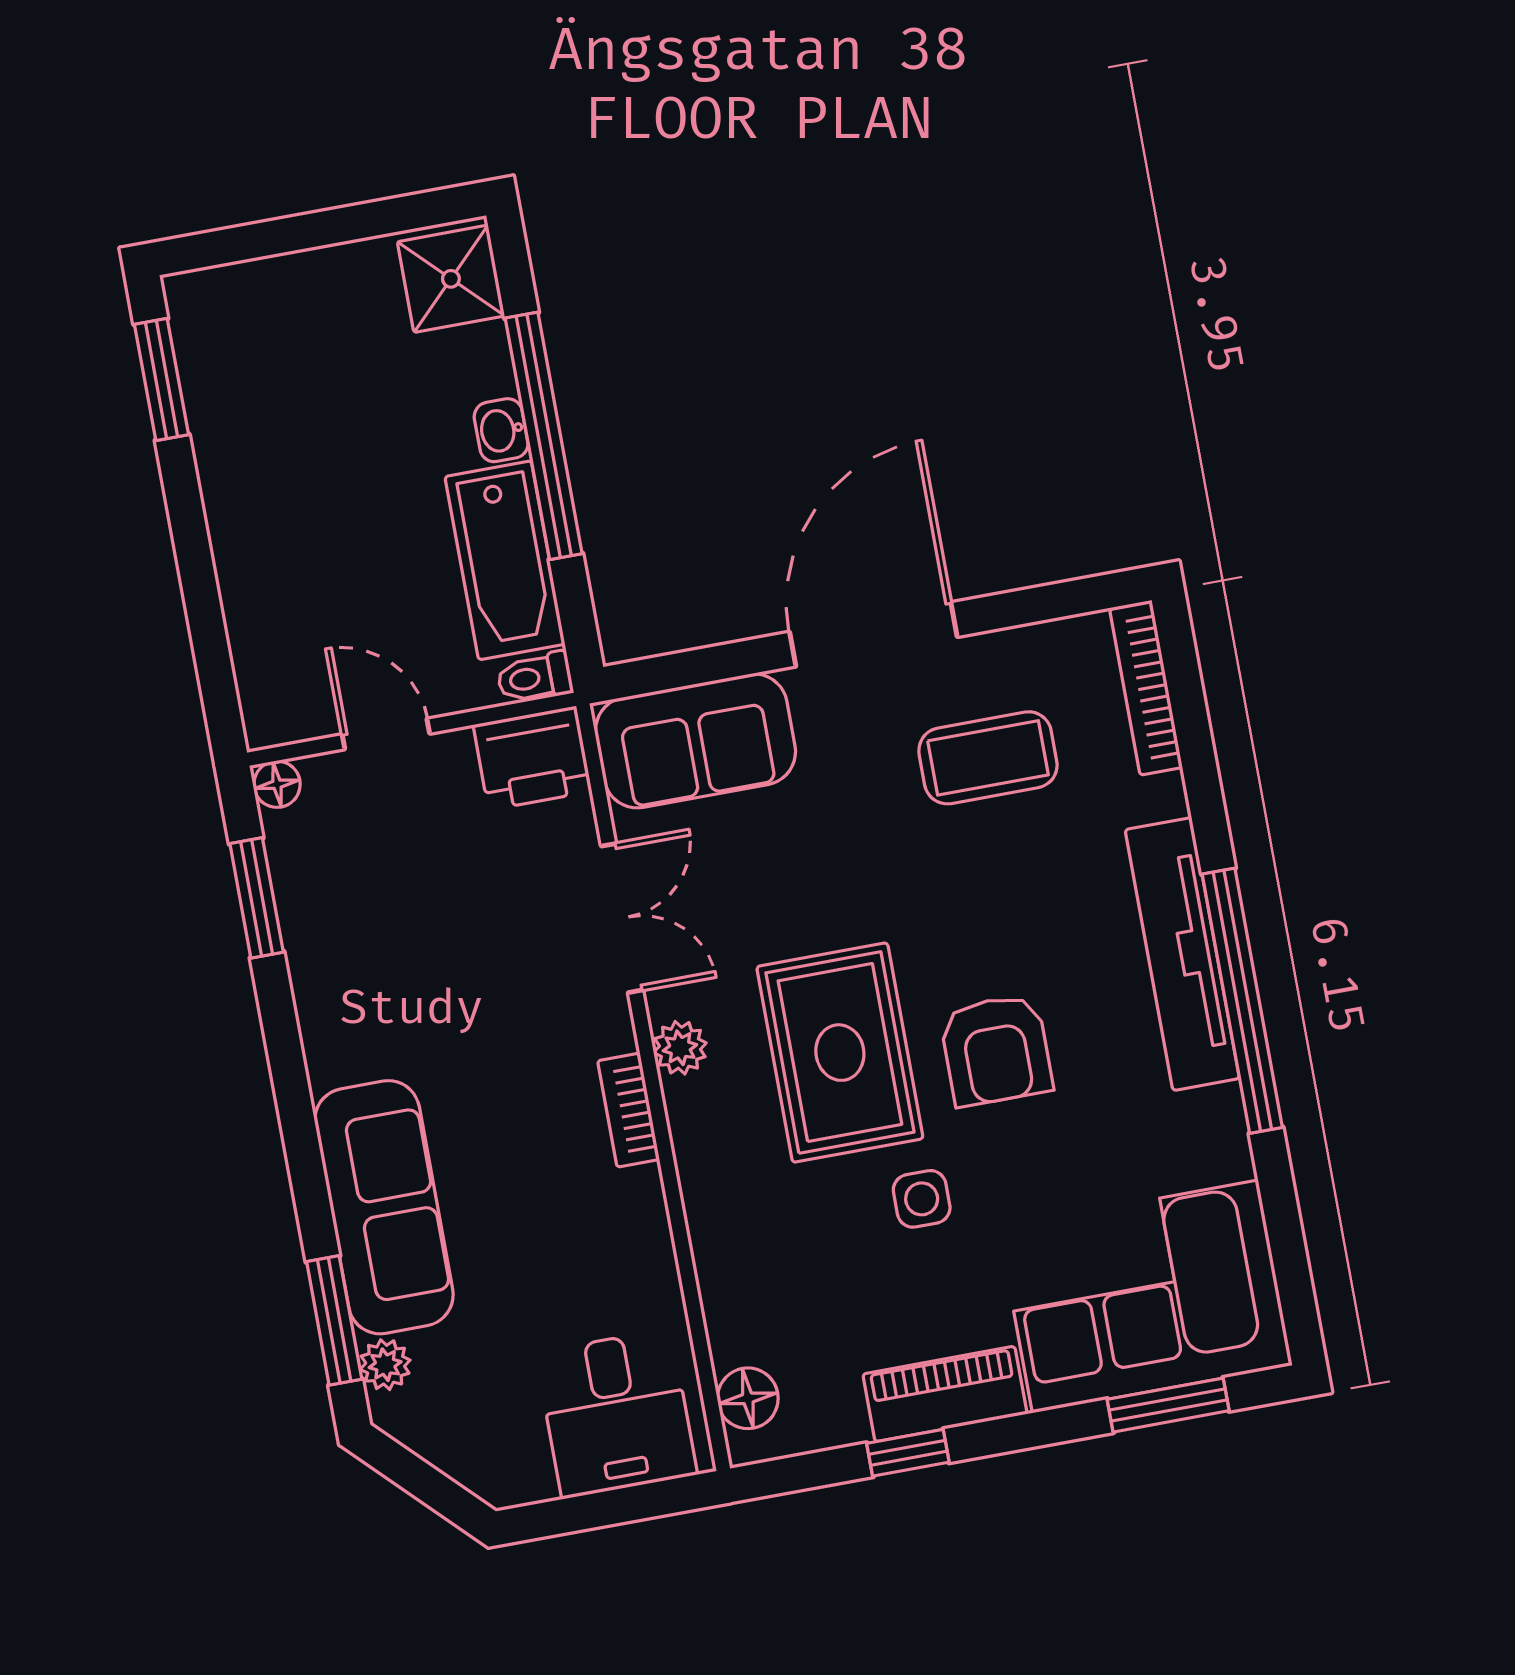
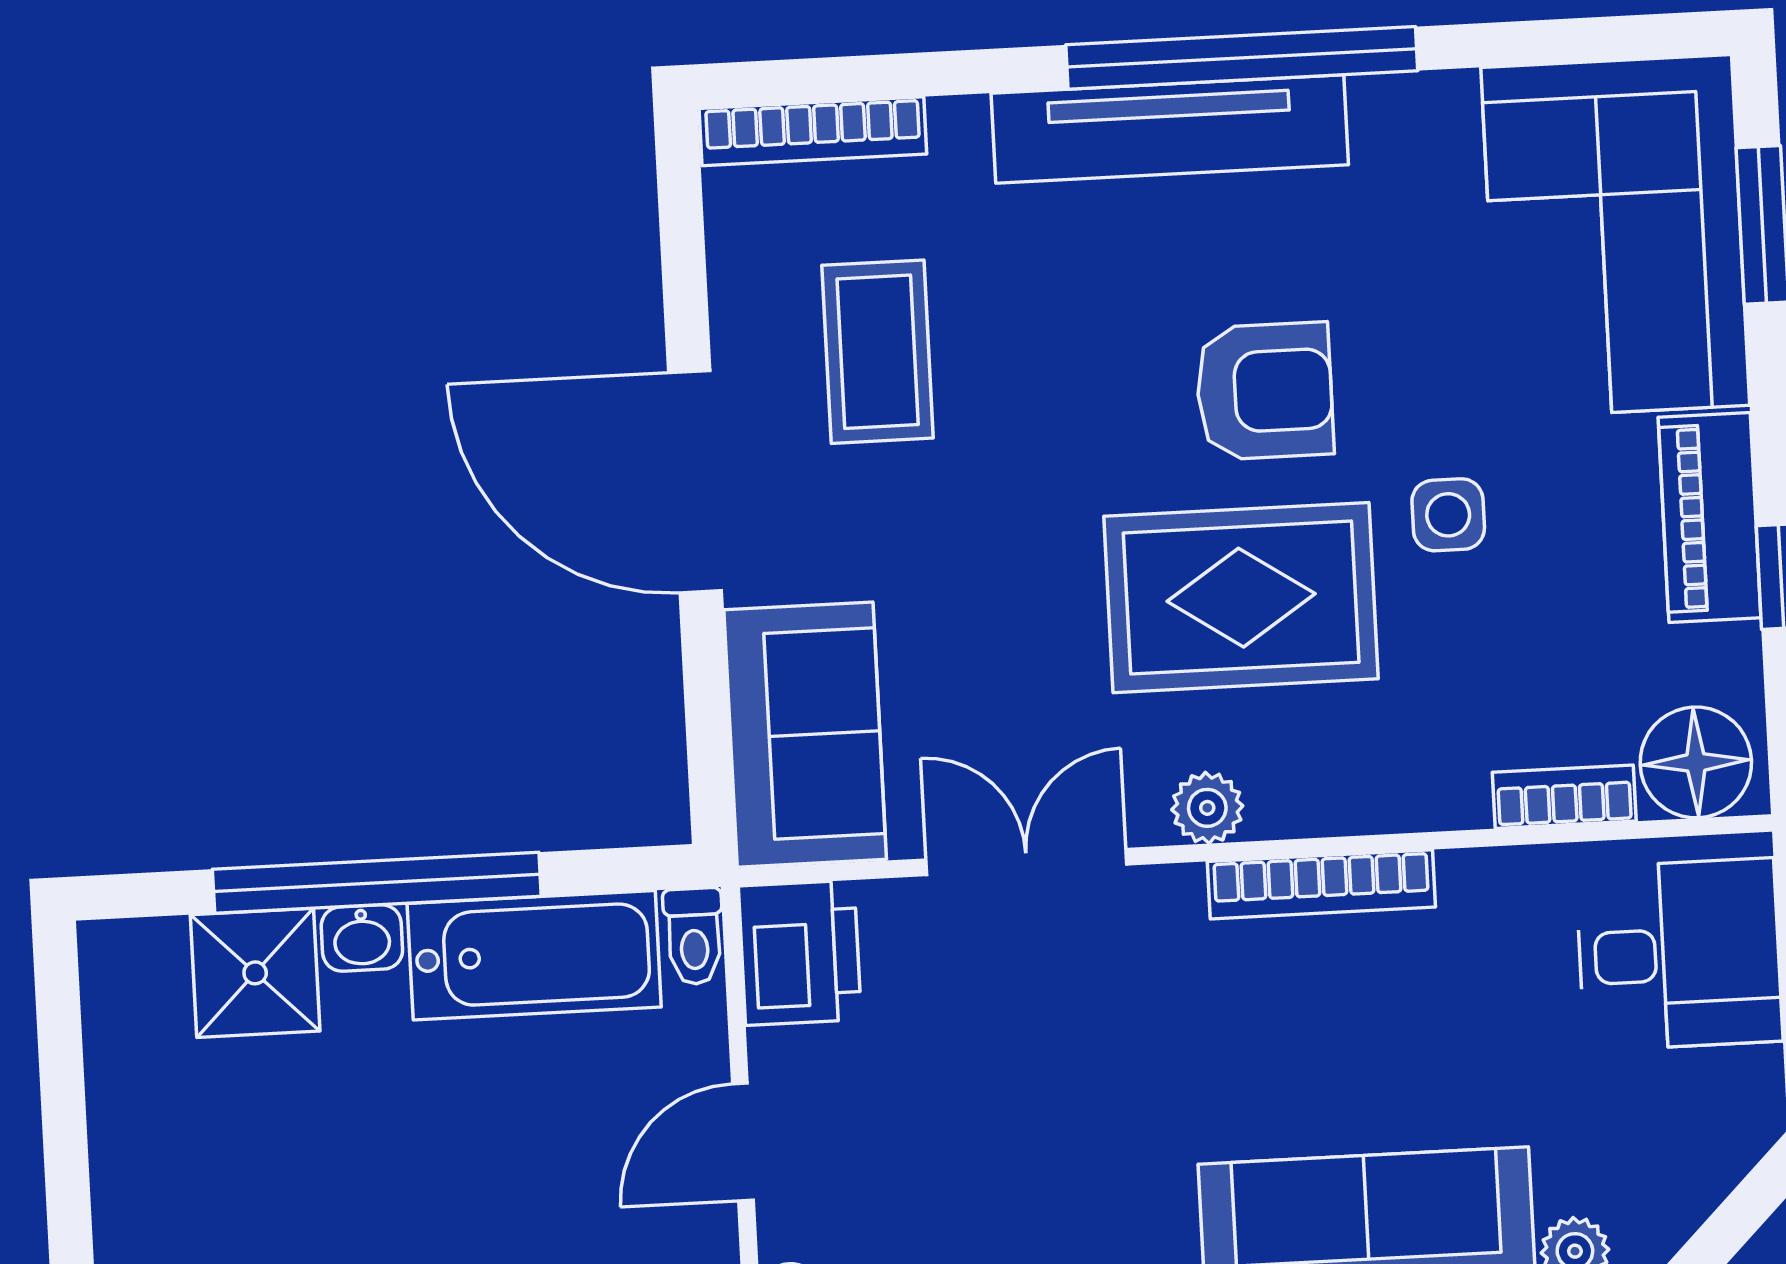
shower: (451, 279) -> (255, 973), moved
bookcase: (628, 1110) -> (1321, 884), width x1.56
bookcase: (723, 1313) -> (1564, 797), added
floor lamp: (748, 1398) -> (1696, 762), width x1.38, depth x1.38

